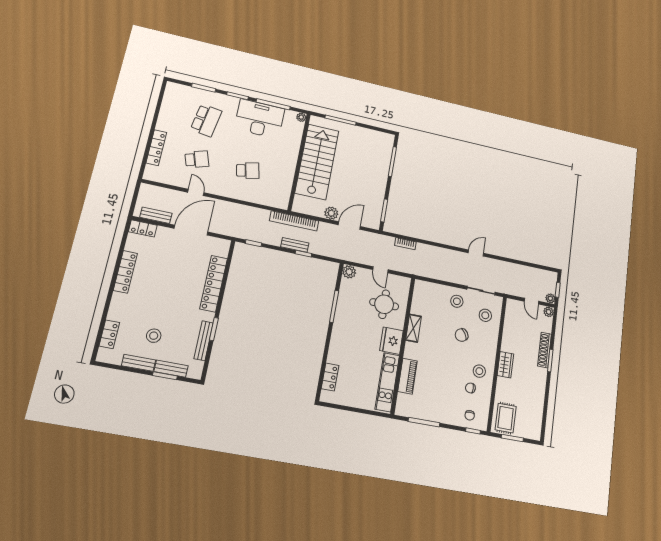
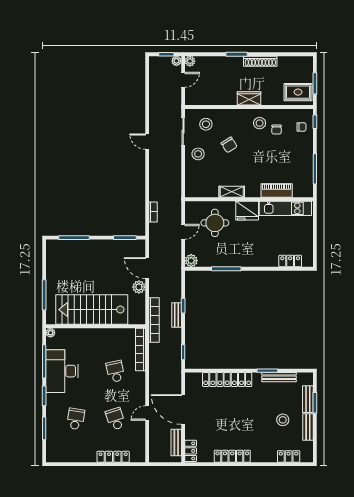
school desk: (206, 120) -> (76, 419), width x0.54
bookcase: (266, 200) -> (140, 349), added
shoe rack: (545, 350) -> (260, 61), moved

